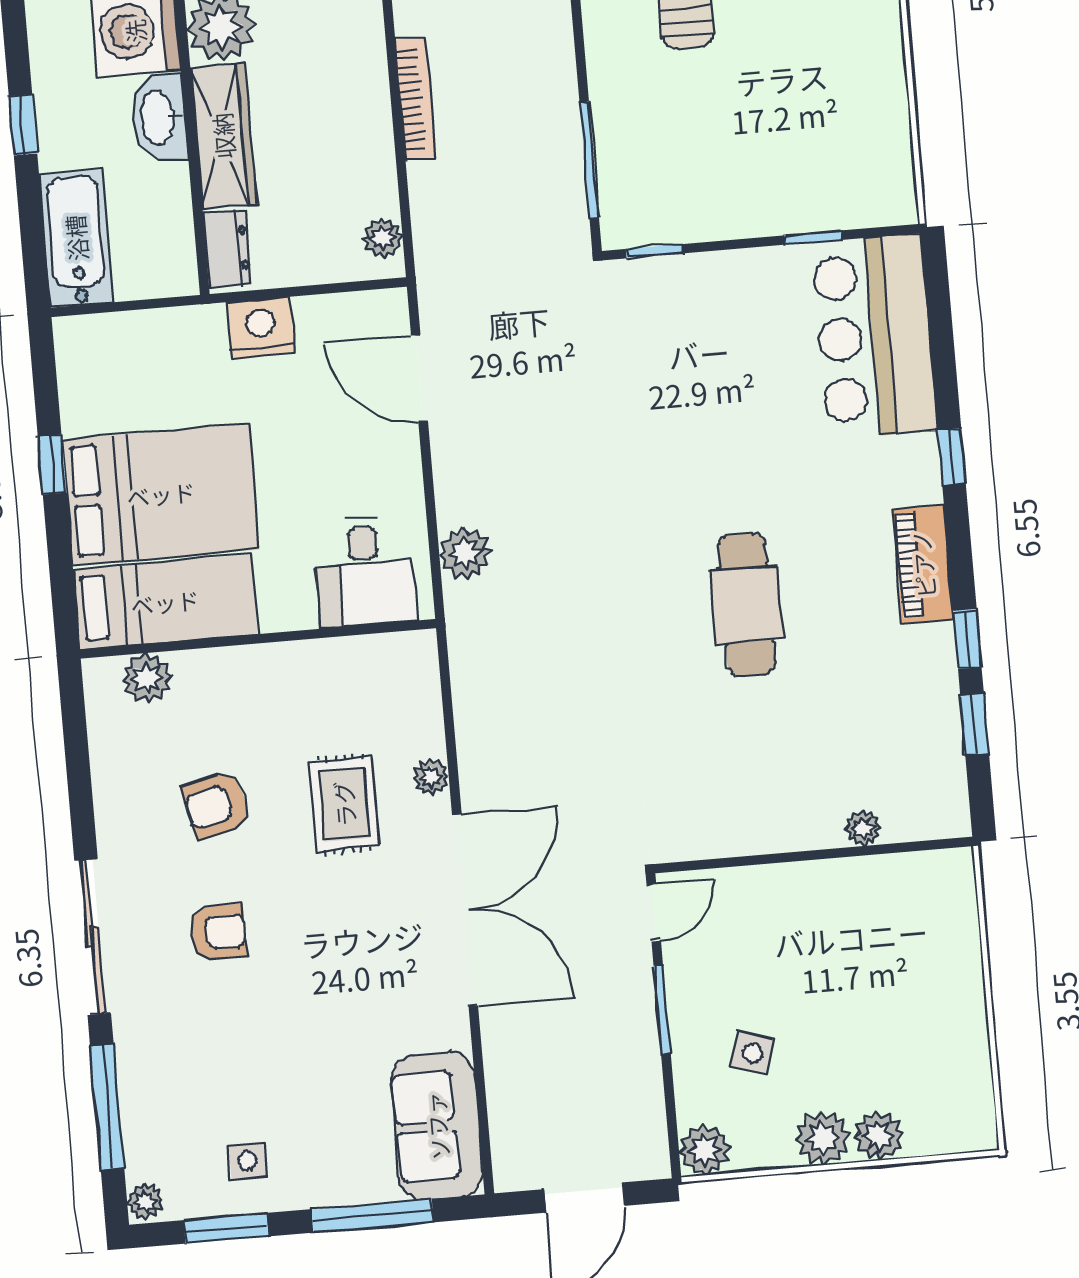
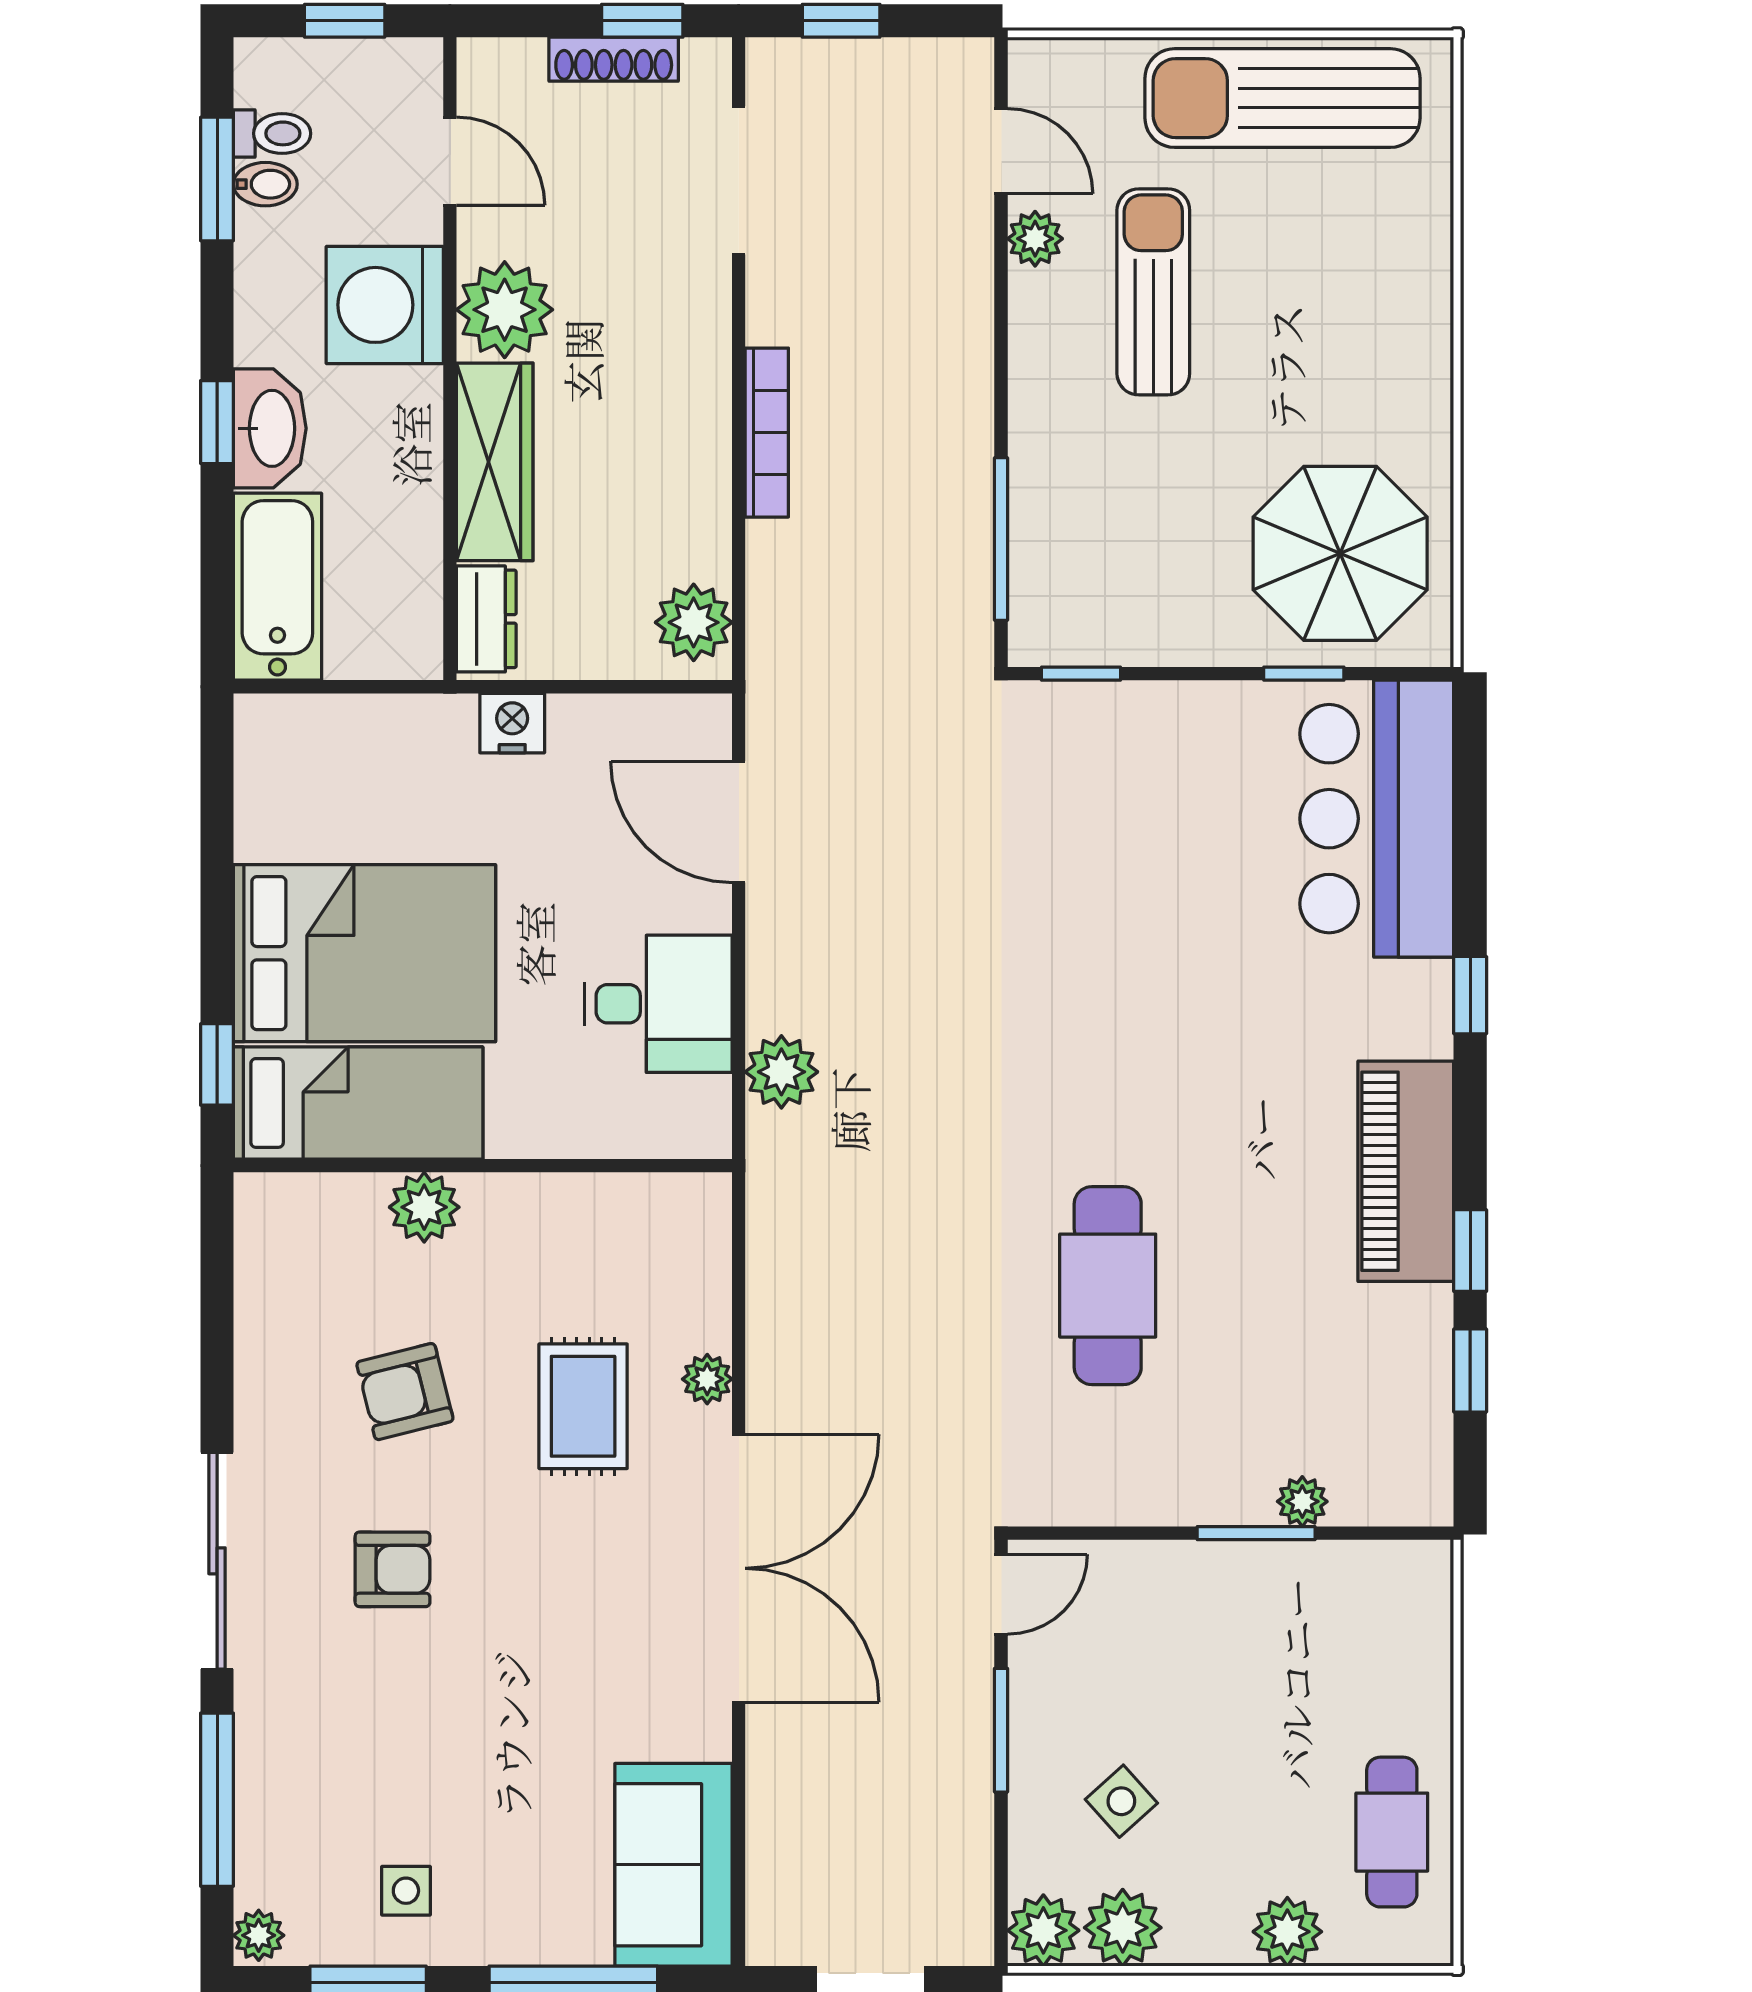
washbasin: (159, 118) -> (270, 428), moved, turned 180
parasol: (832, 150) -> (1340, 553), added
plant: (383, 238) -> (694, 622), width x1.38, depth x1.38
nightstand: (261, 328) -> (512, 723), width x0.74, depth x0.75
window: (52, 465) -> (217, 1064), moved
piano: (923, 564) -> (1406, 1171), width x1.37, depth x1.33
desk: (365, 572) -> (658, 1004), moved, turned -90
cafe table: (746, 605) -> (1108, 1286), moved
plant: (147, 678) -> (424, 1207), moved
window: (832, 853) -> (1256, 1533), added
side table: (752, 1053) -> (1121, 1801), turned 31
cafe table: (947, 1058) -> (1392, 1832), added
plant: (823, 1138) -> (1123, 1928), moved

